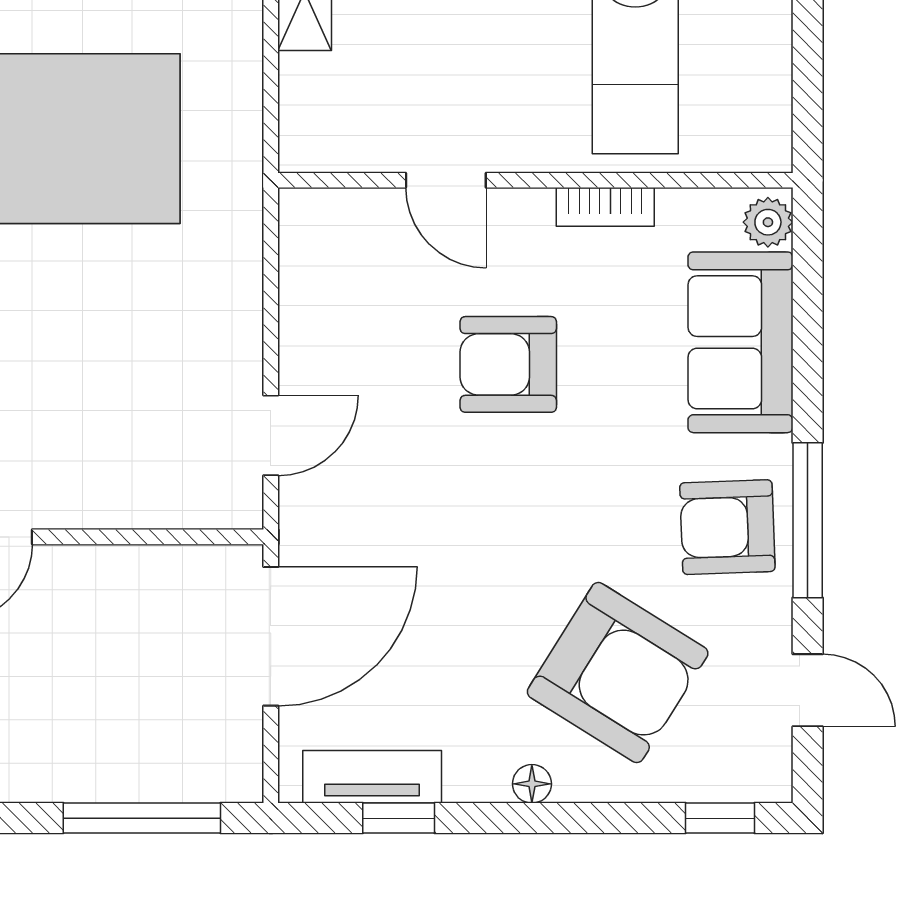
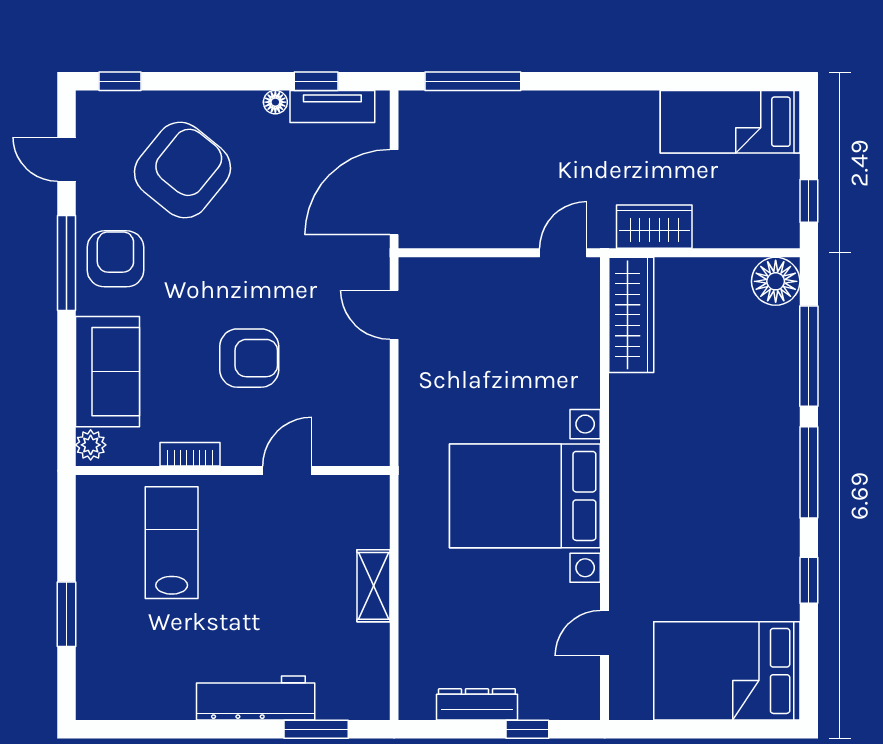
door: (446, 180) -> (287, 471), hinge flipped
door: (271, 435) -> (394, 315), hinge flipped
armchair: (727, 527) -> (115, 259), turned -88
armchair: (618, 673) -> (182, 170), turned 97
floor lamp: (532, 784) -> (275, 102), moved

